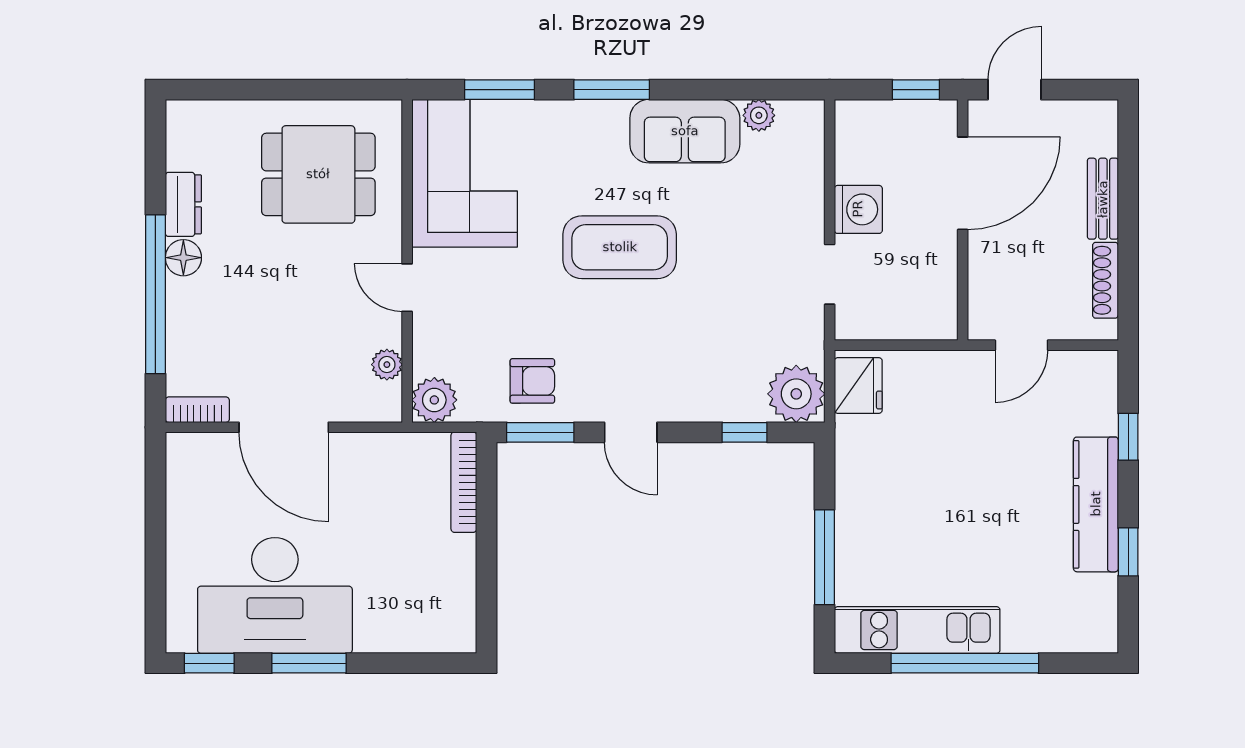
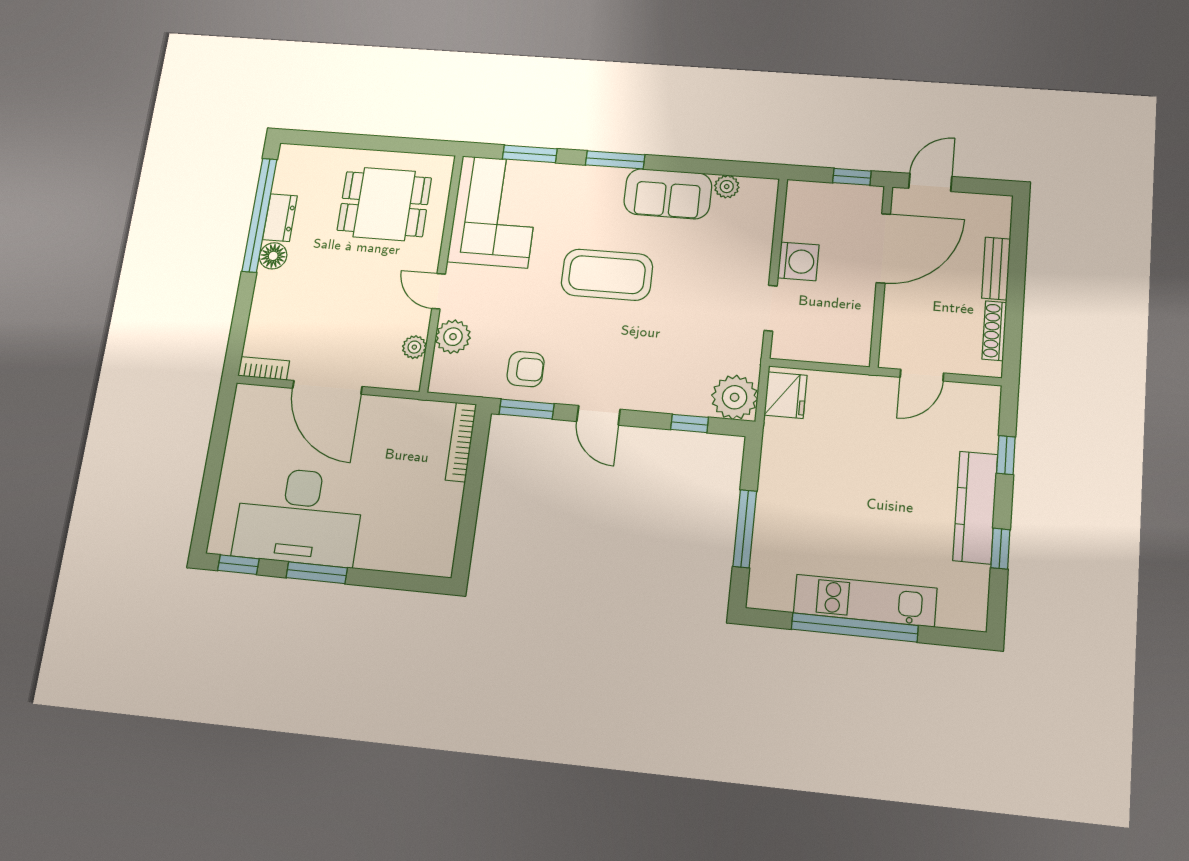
window: (155, 294) -> (260, 215), moved
plant: (434, 400) -> (453, 337), moved
kitchen unit: (917, 630) -> (865, 601), moved

